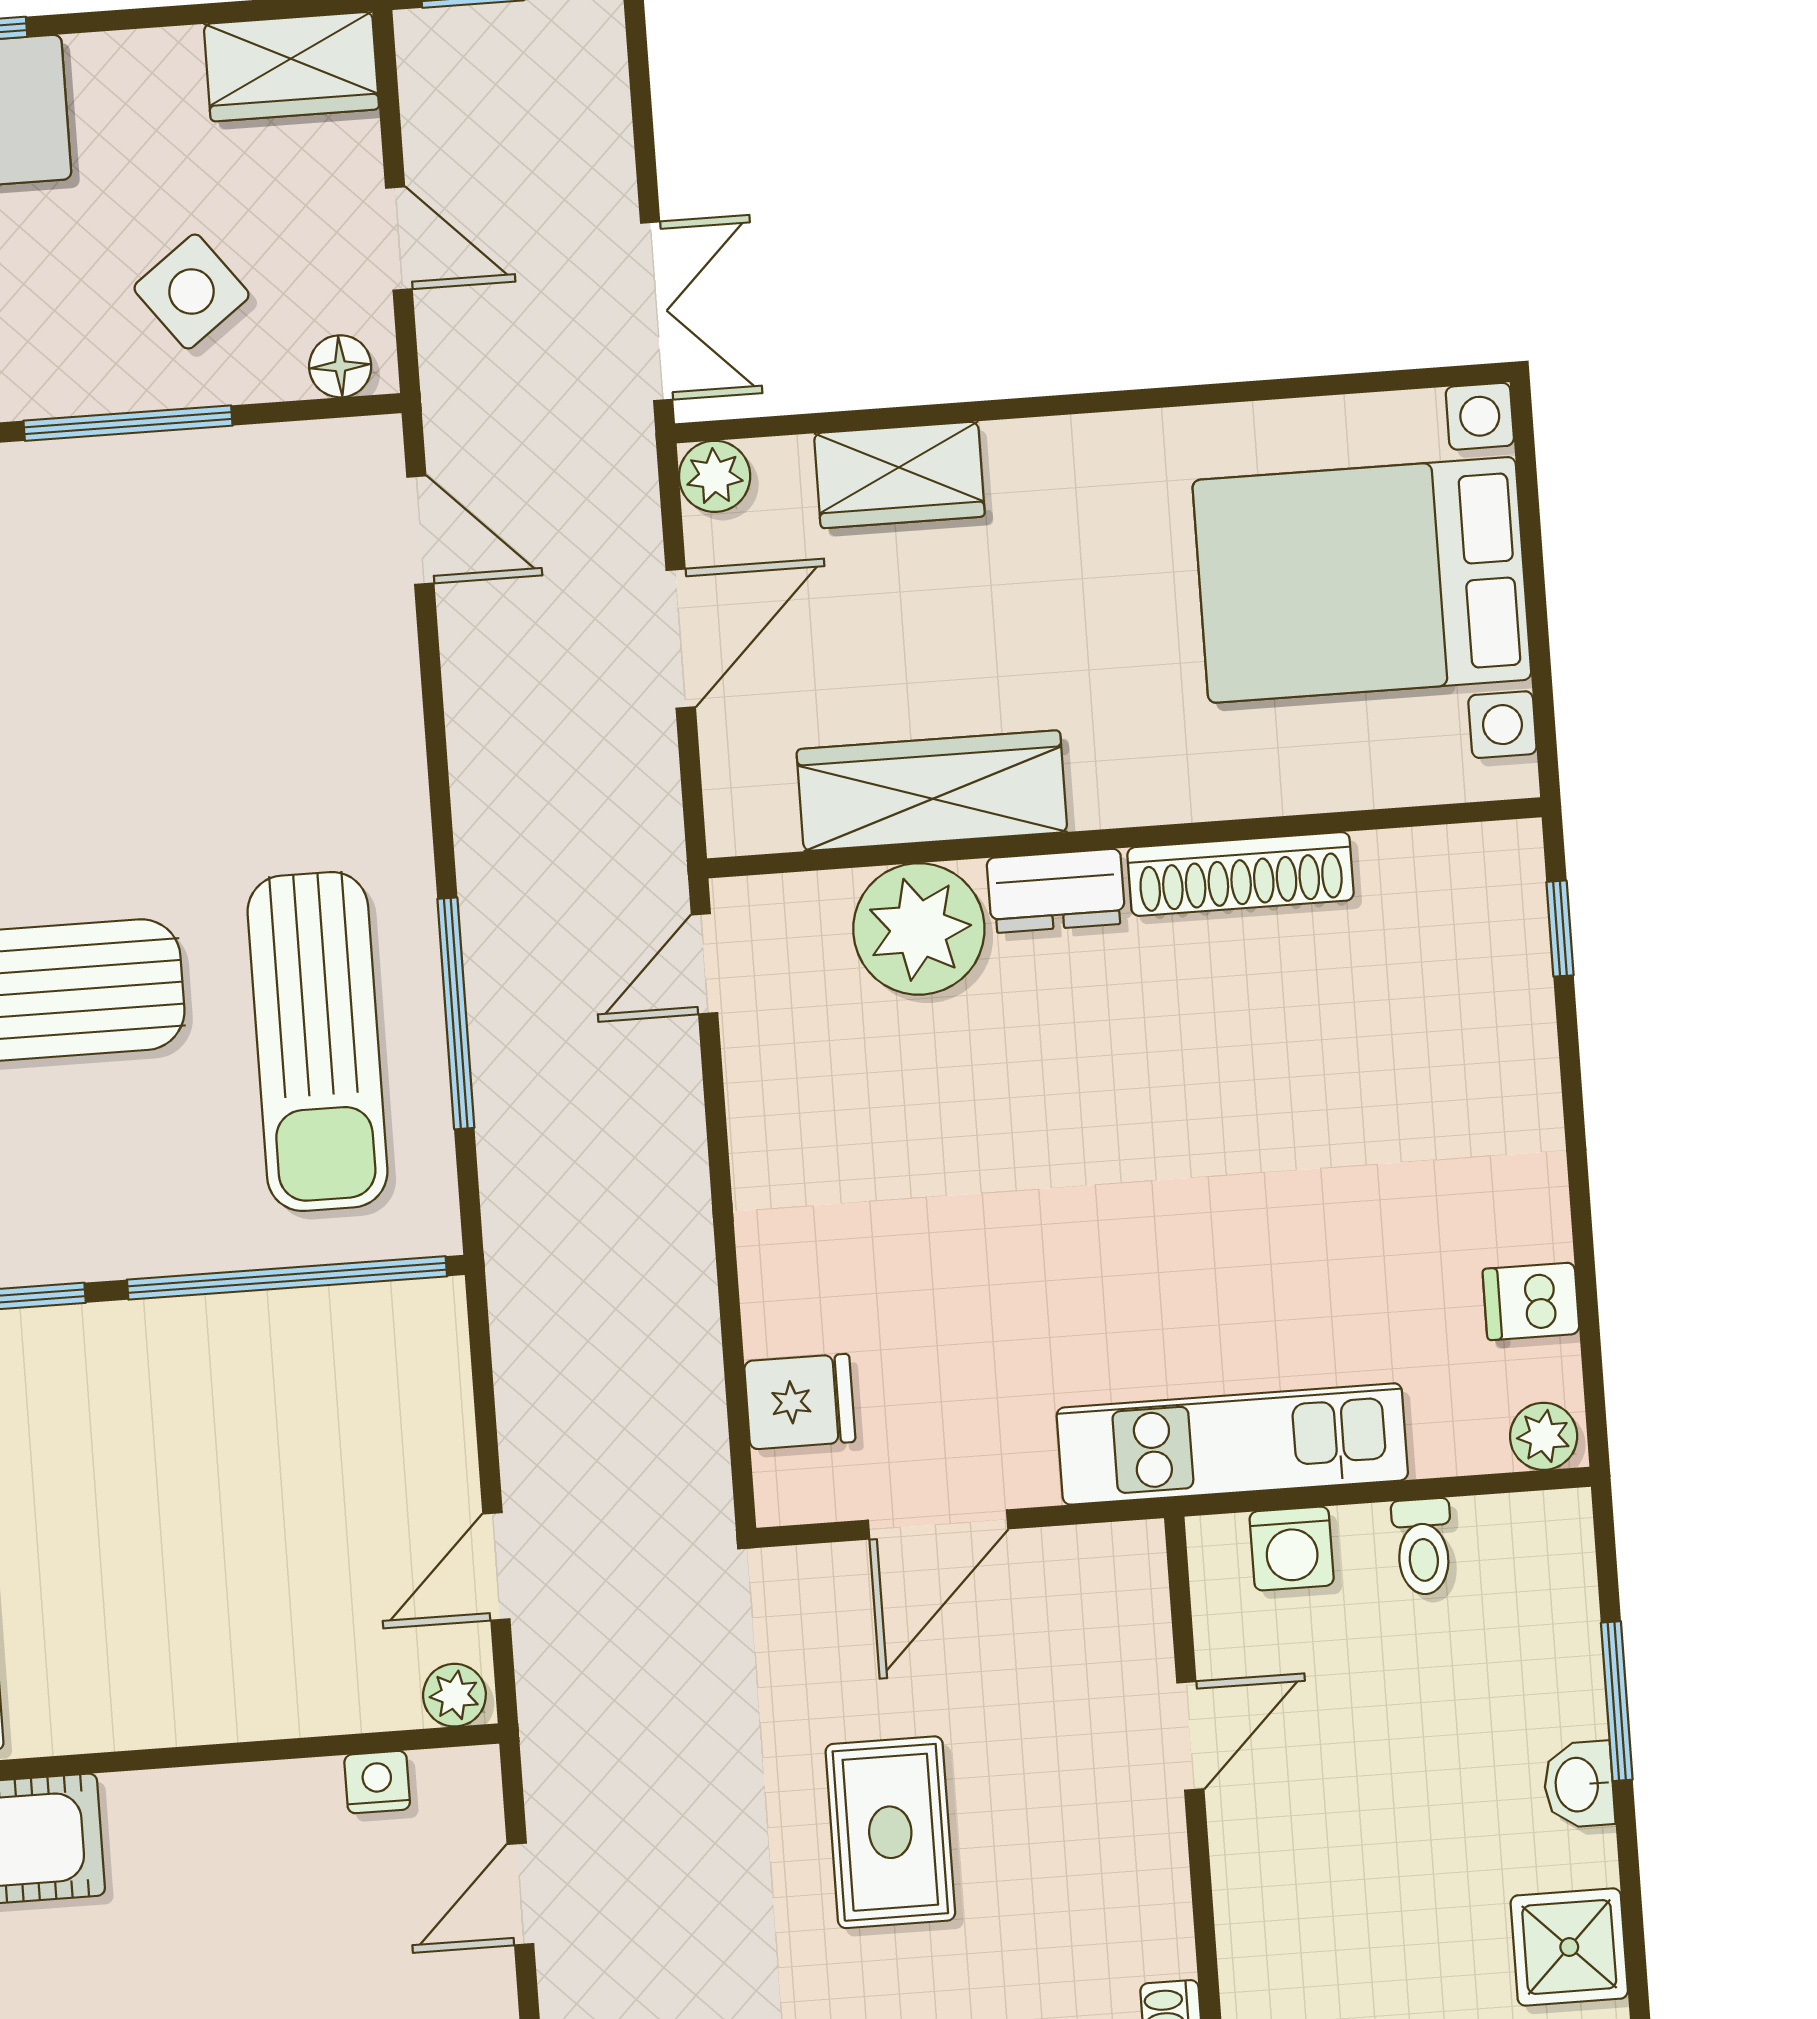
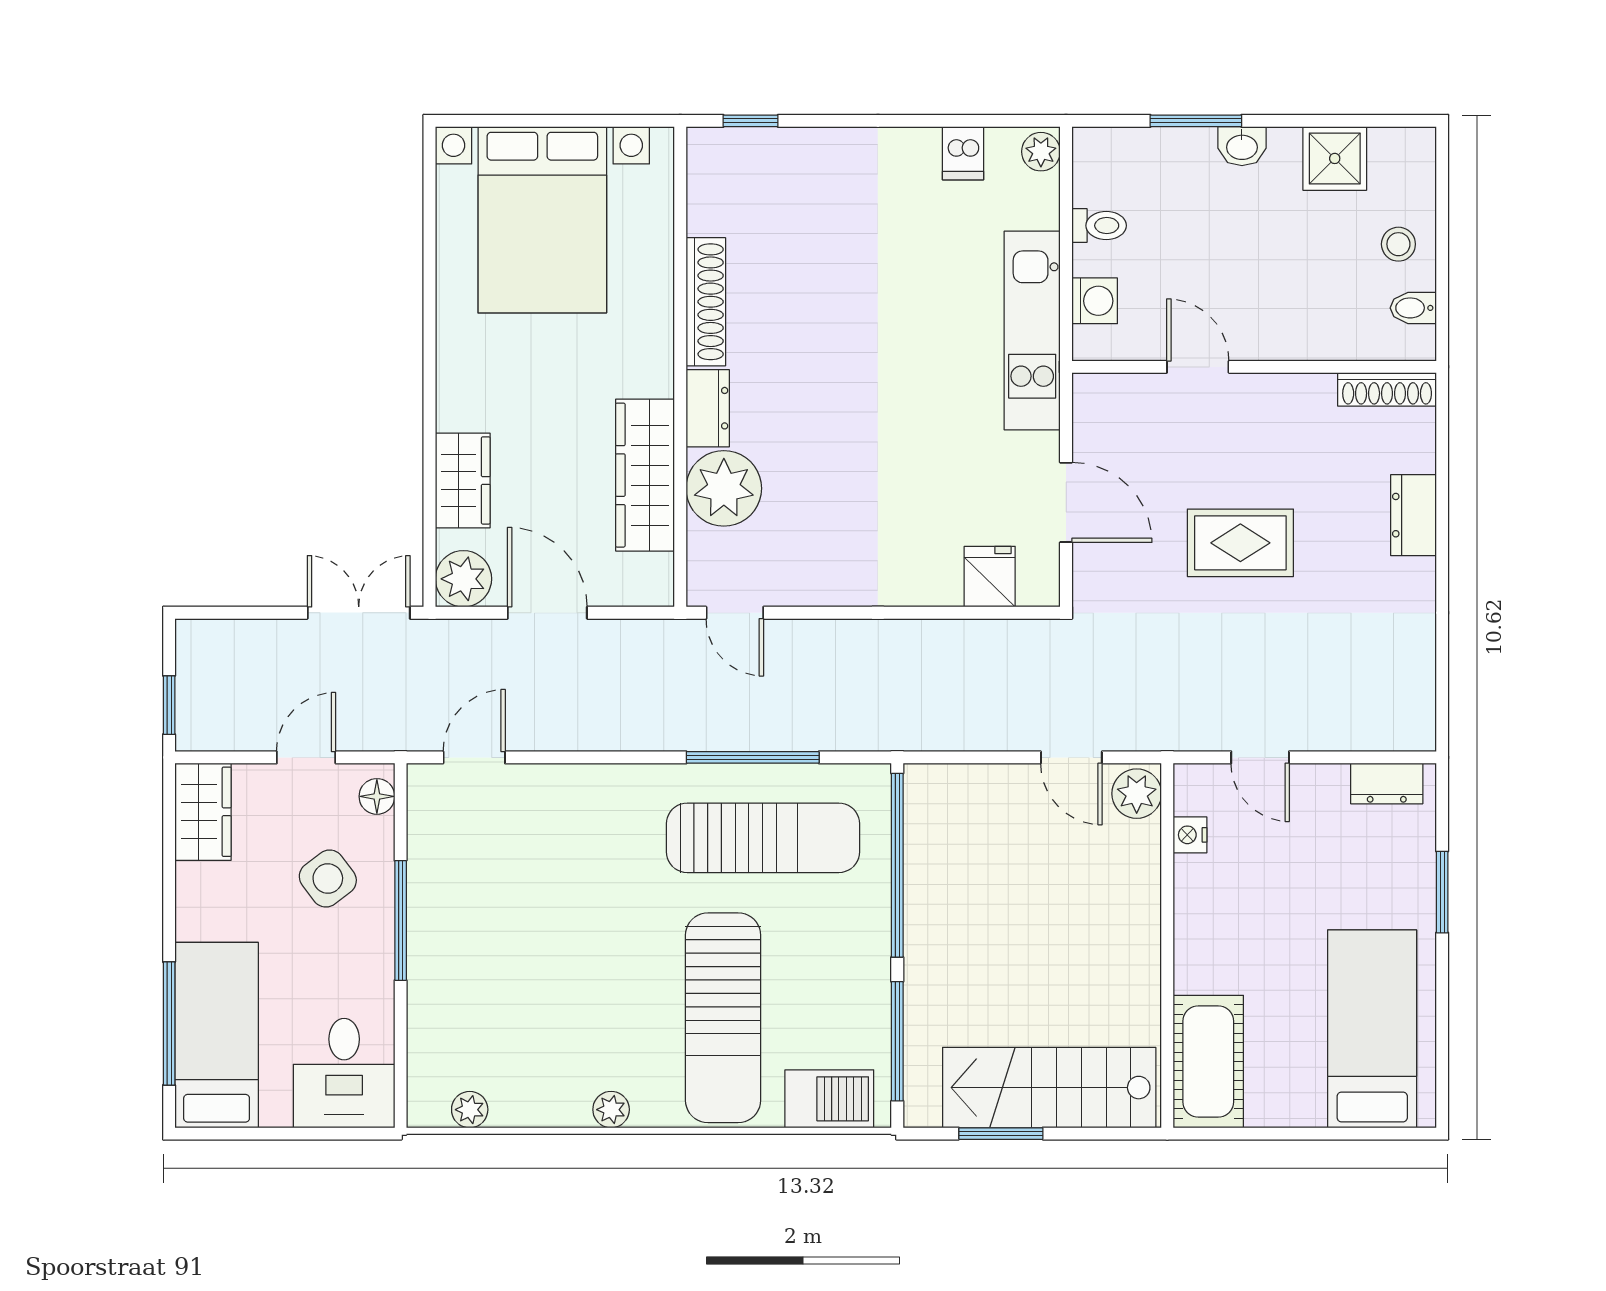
plant: (715, 476) -> (463, 579), width x1.38, depth x1.38
plant: (454, 1695) -> (1137, 794), width x1.38, depth x1.38

